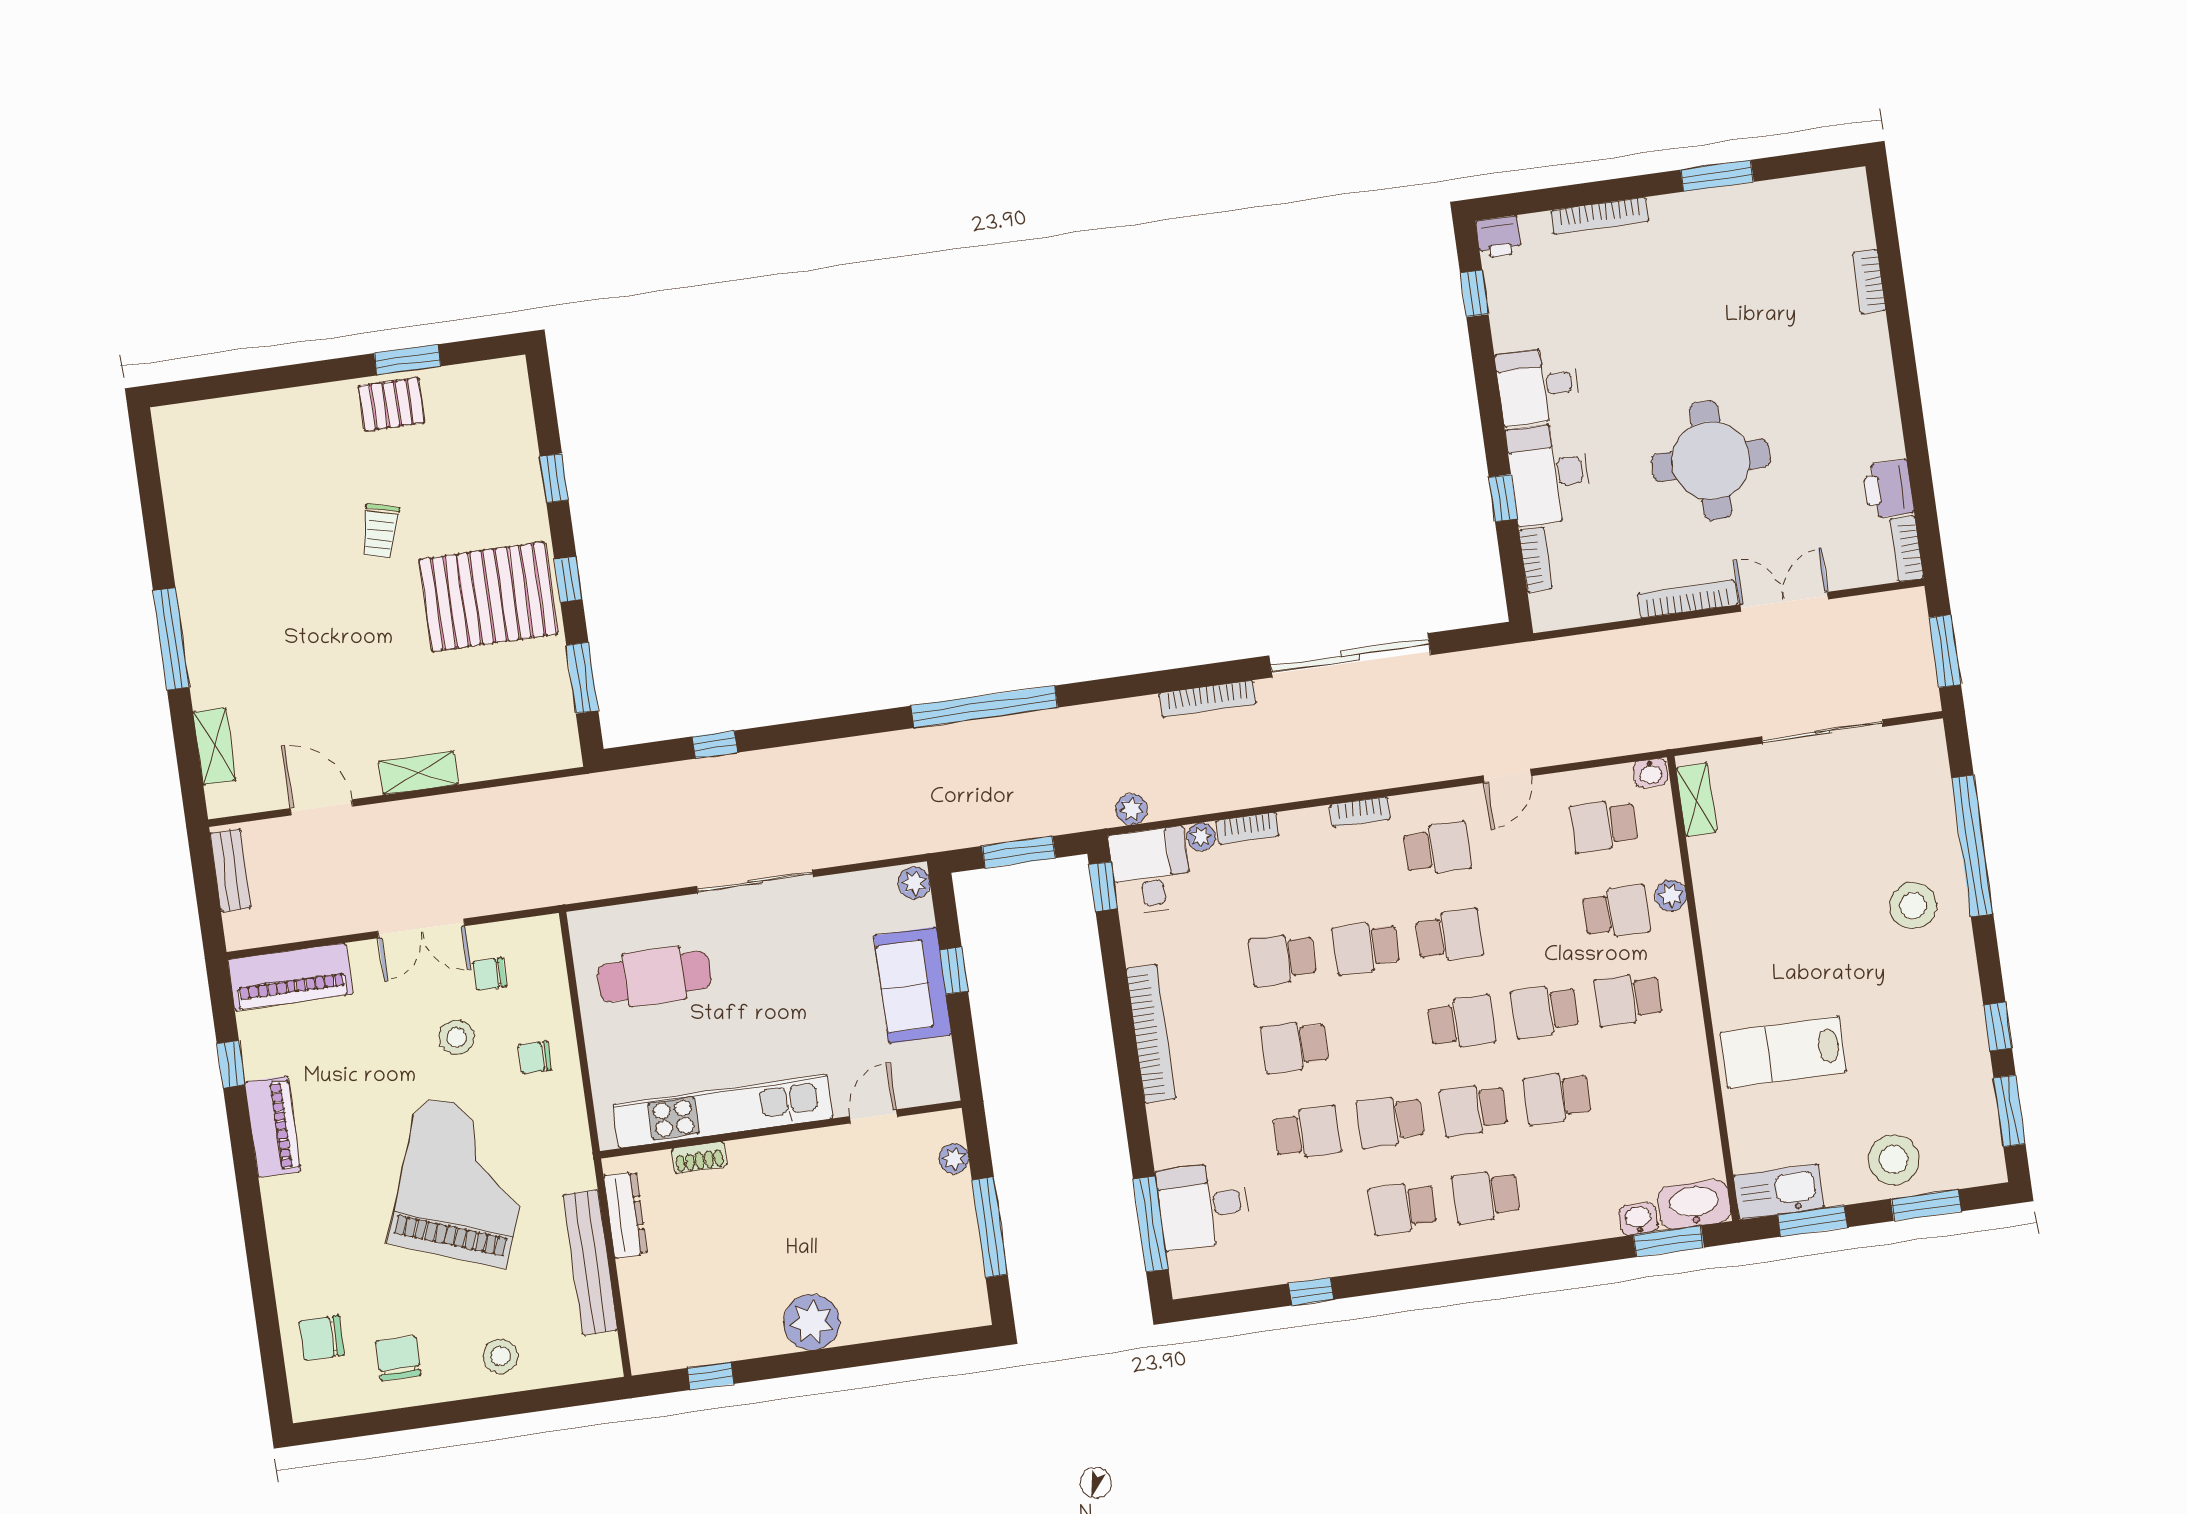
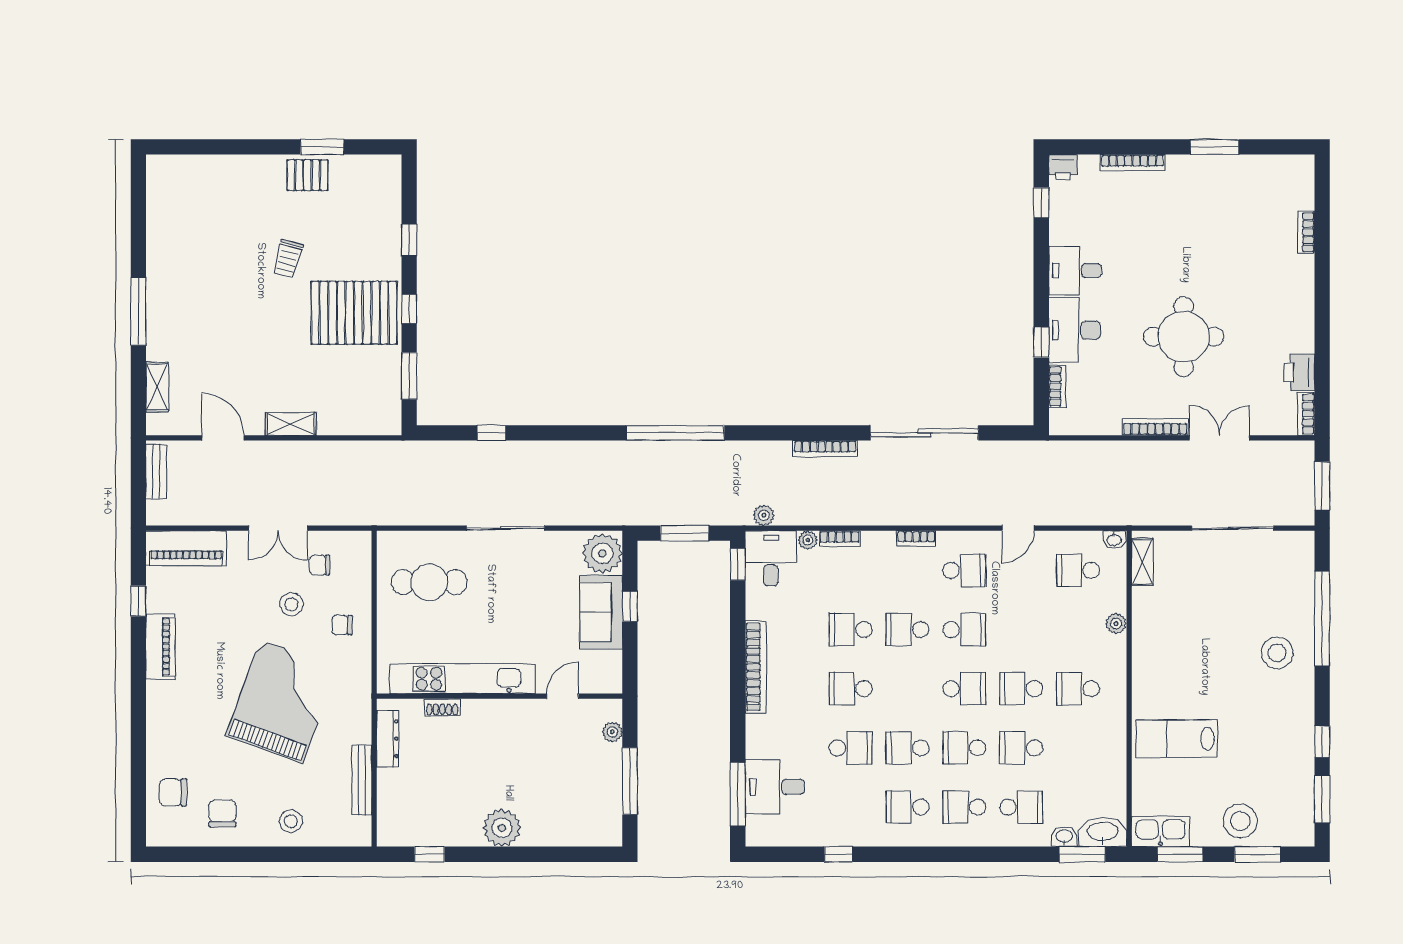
plant: (914, 883) -> (602, 553), width x1.88, depth x1.88
school desk: (1616, 912) -> (1021, 807), moved
bench: (590, 1262) -> (362, 780), width x0.73, depth x0.82

